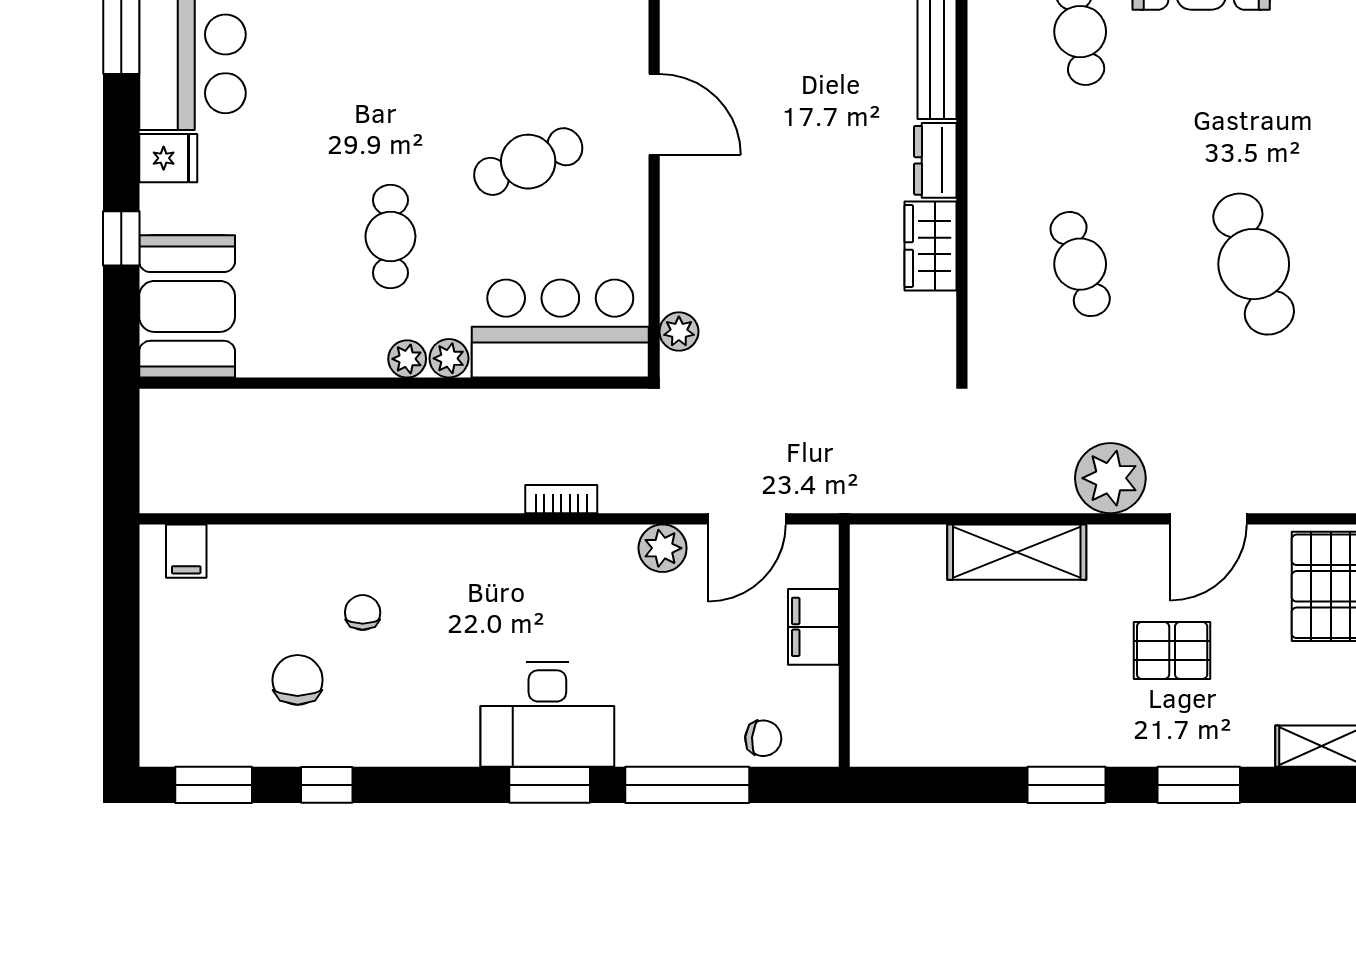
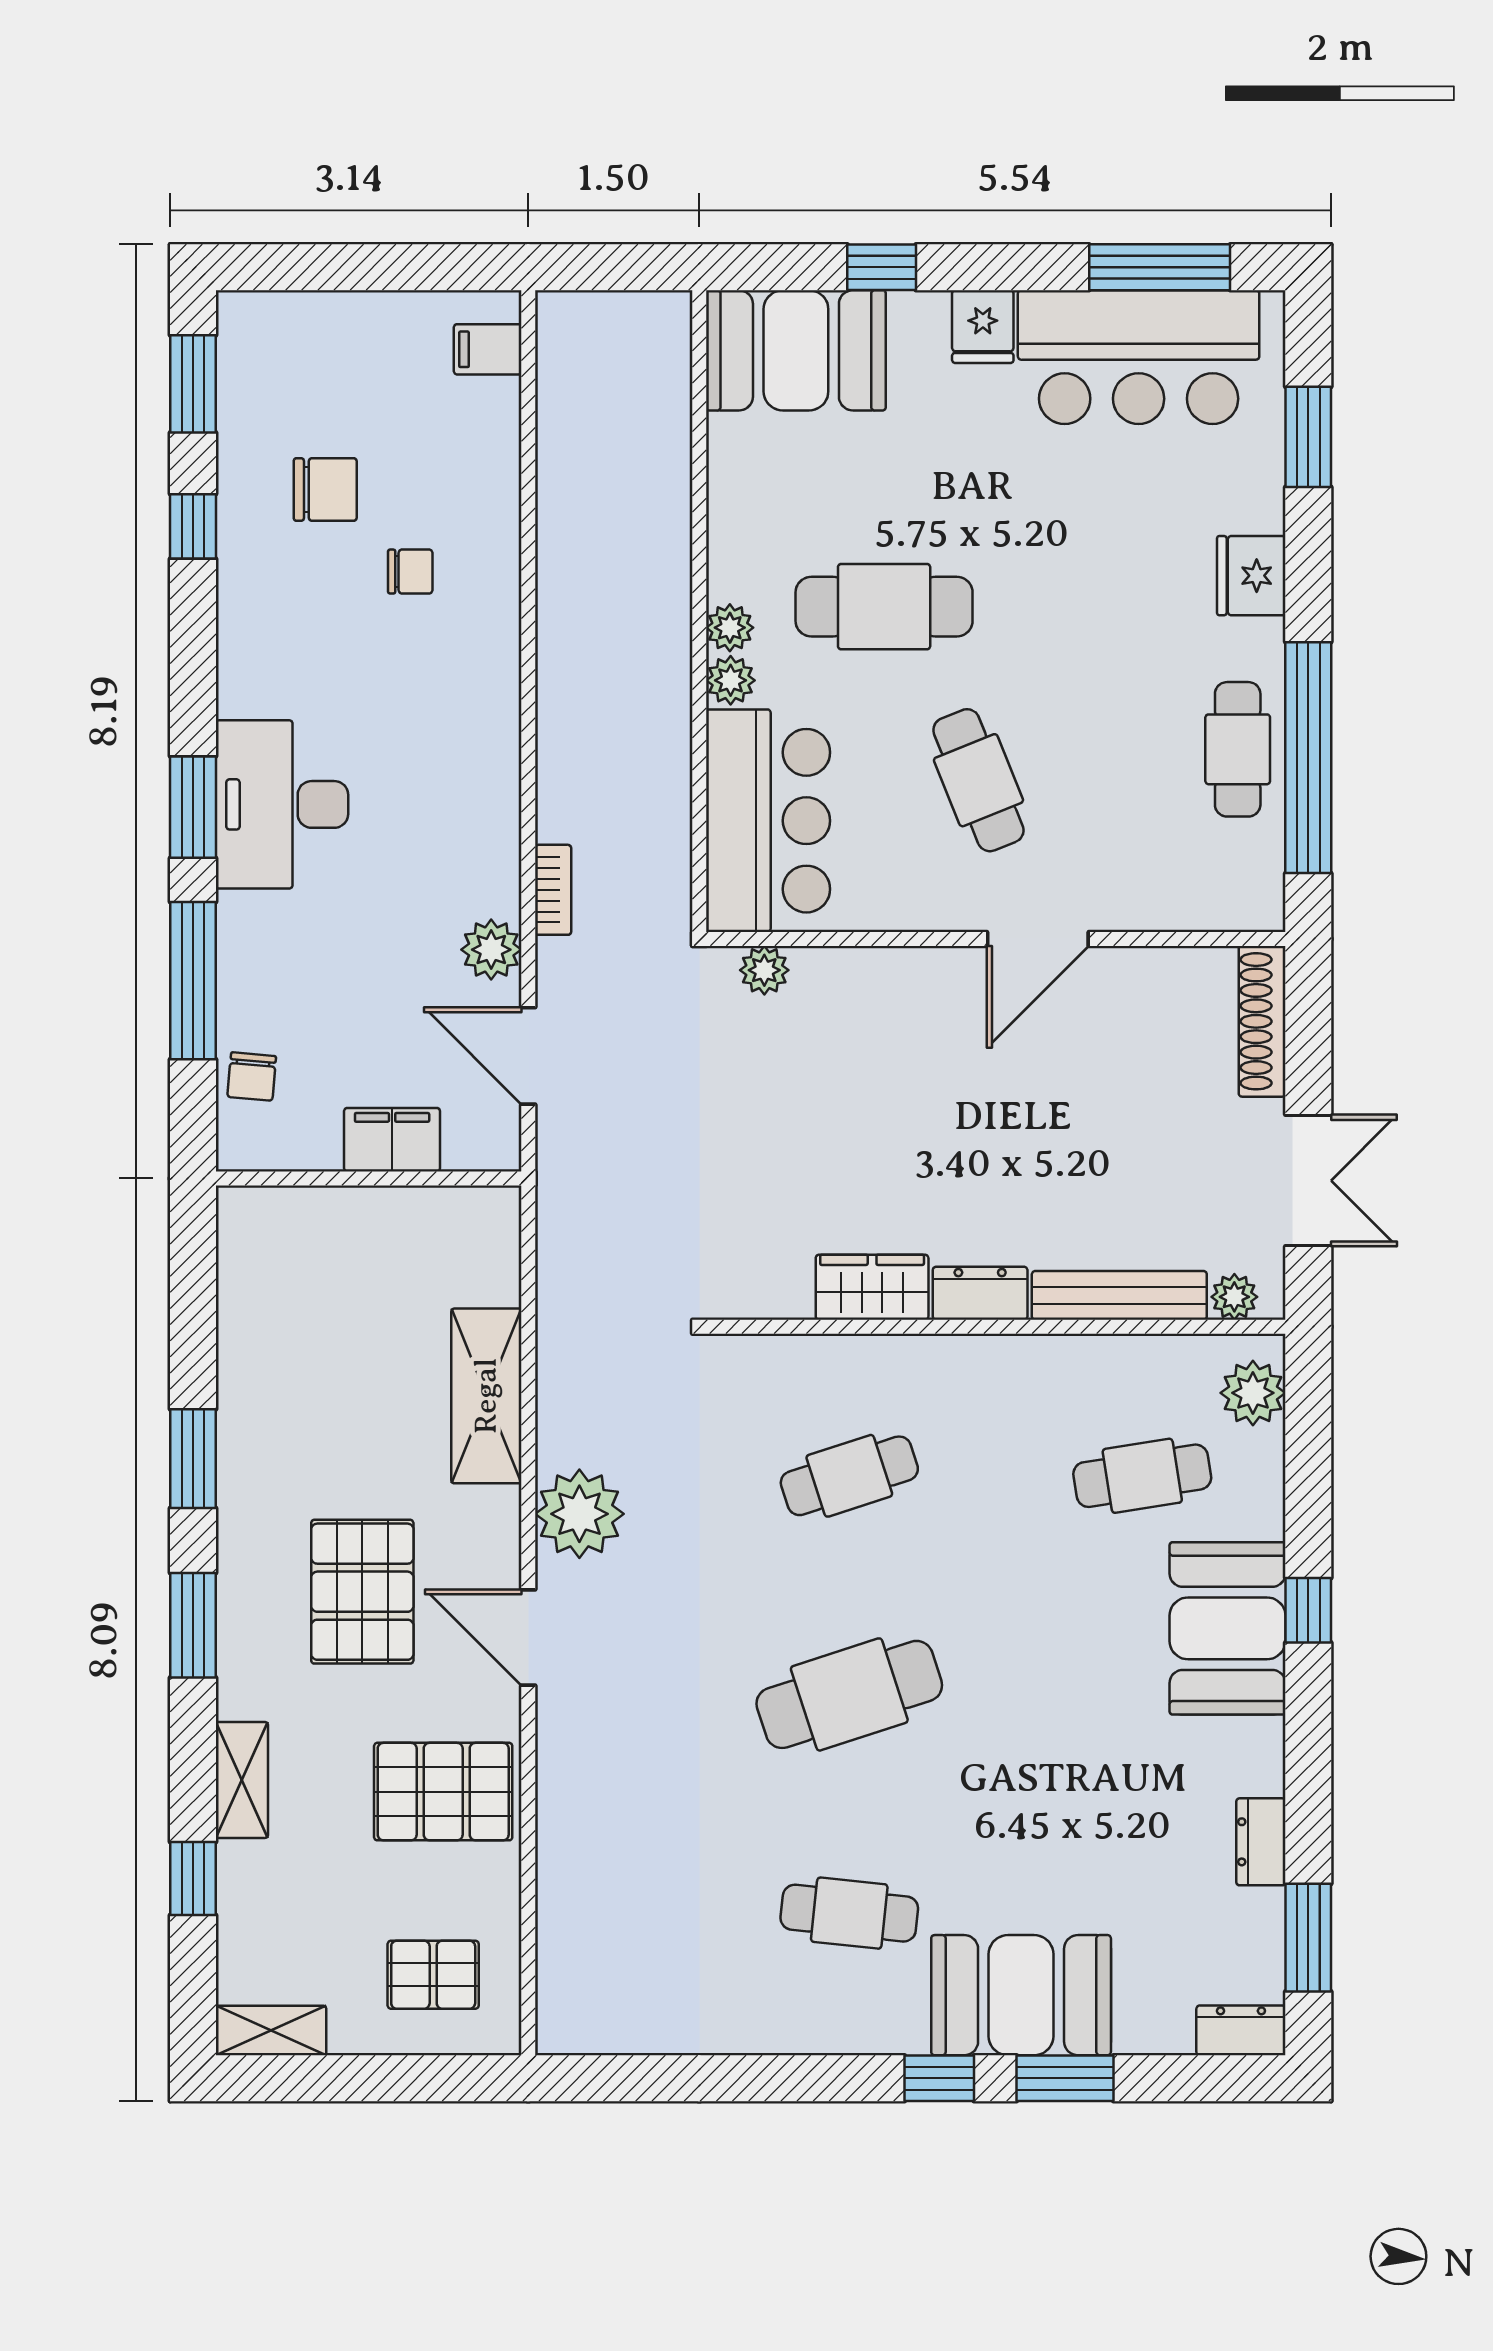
cafe table: (390, 236) -> (884, 607), width x1.37, depth x1.35
bookcase: (561, 499) -> (553, 890), moved
pallet: (1172, 650) -> (362, 1592), width x1.50, depth x1.42

